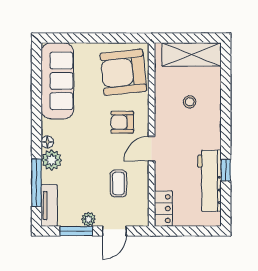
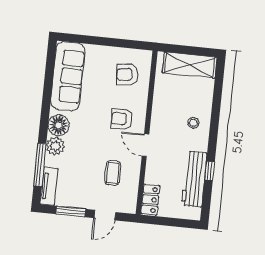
armchair: (123, 72) -> (127, 75), width x0.53, depth x0.53
stool: (190, 102) -> (193, 123), moved
floor lamp: (47, 142) -> (59, 125), width x1.89, depth x1.89
door: (152, 149) -> (145, 145), hinge flipped
plant: (88, 219) -> (83, 202), removed

